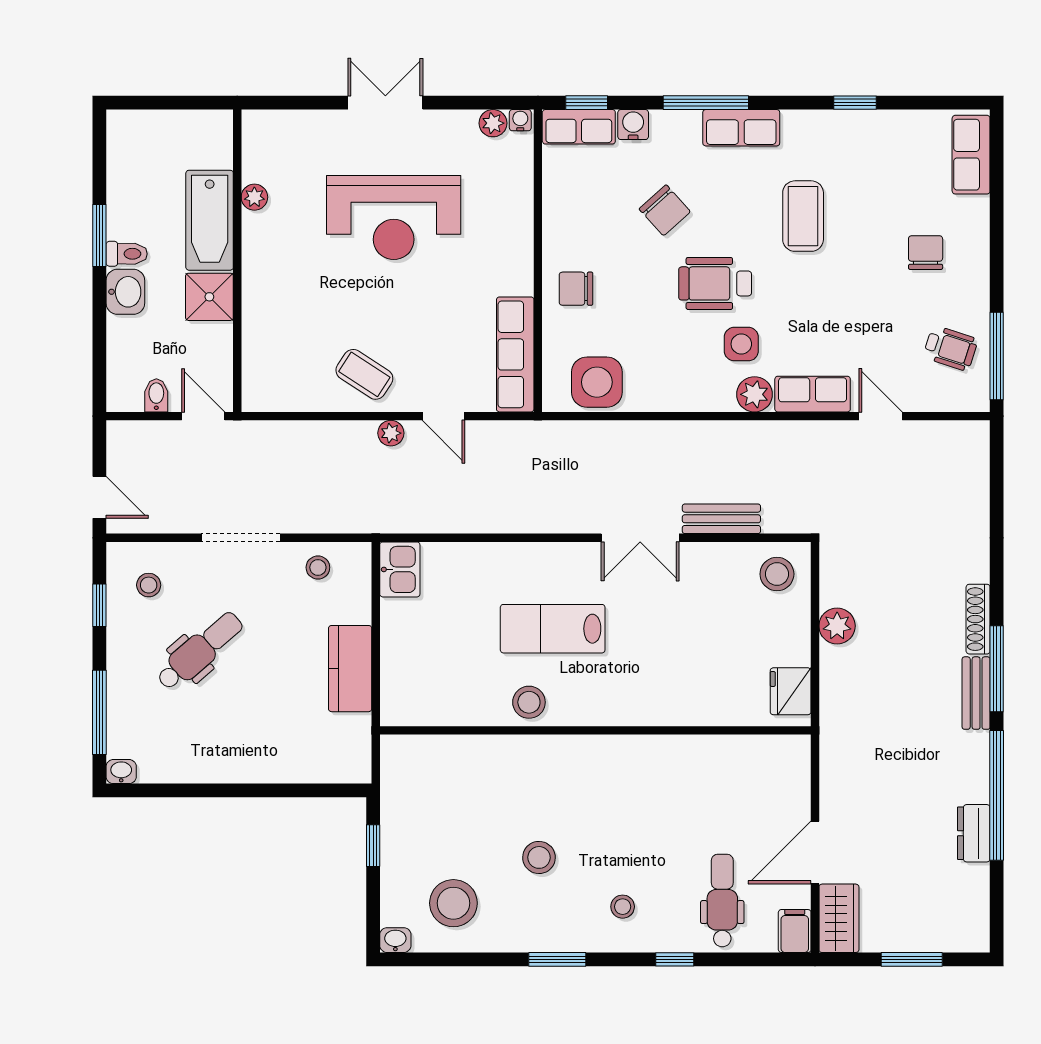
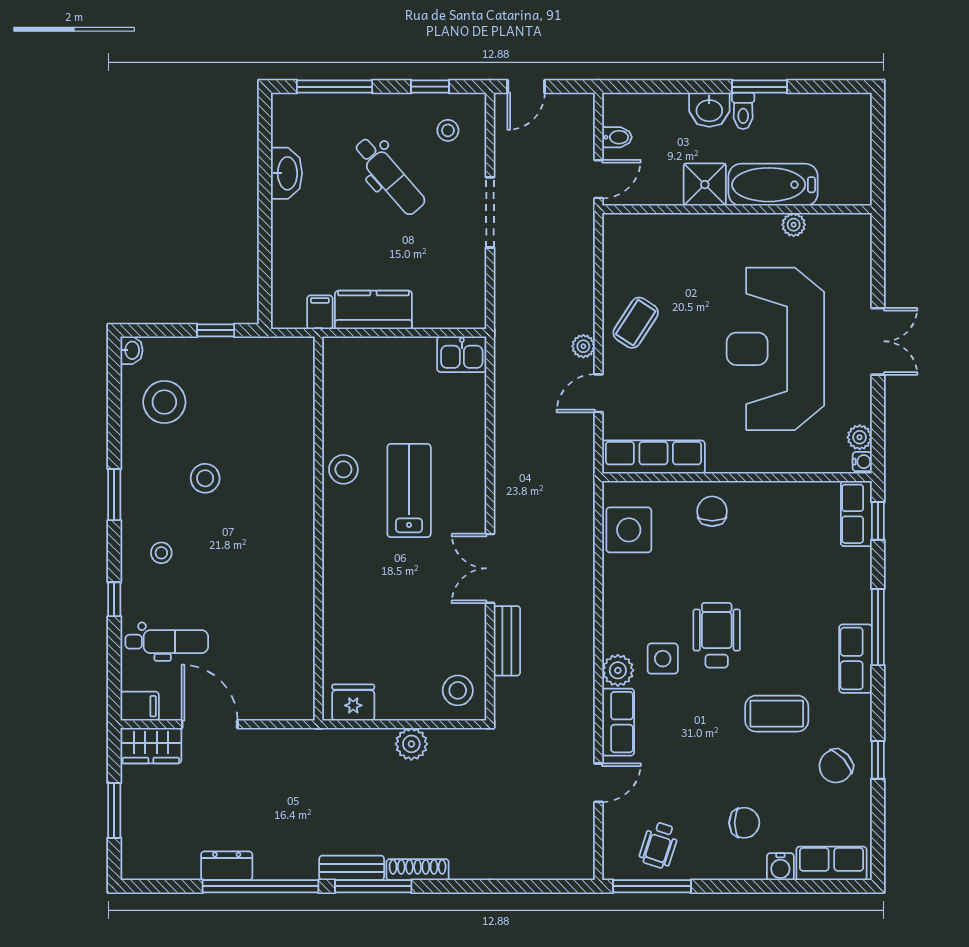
water cooler: (633, 125) -> (780, 867), moved, turned 90
chair: (665, 210) -> (836, 766), moved
reception desk: (394, 218) -> (775, 349), width x1.36, depth x1.30
stool: (318, 567) -> (464, 281), removed
filing cabinet: (353, 729) -> (320, 312), added
washbasin: (121, 772) -> (287, 173), moved, width x1.91, depth x1.45

